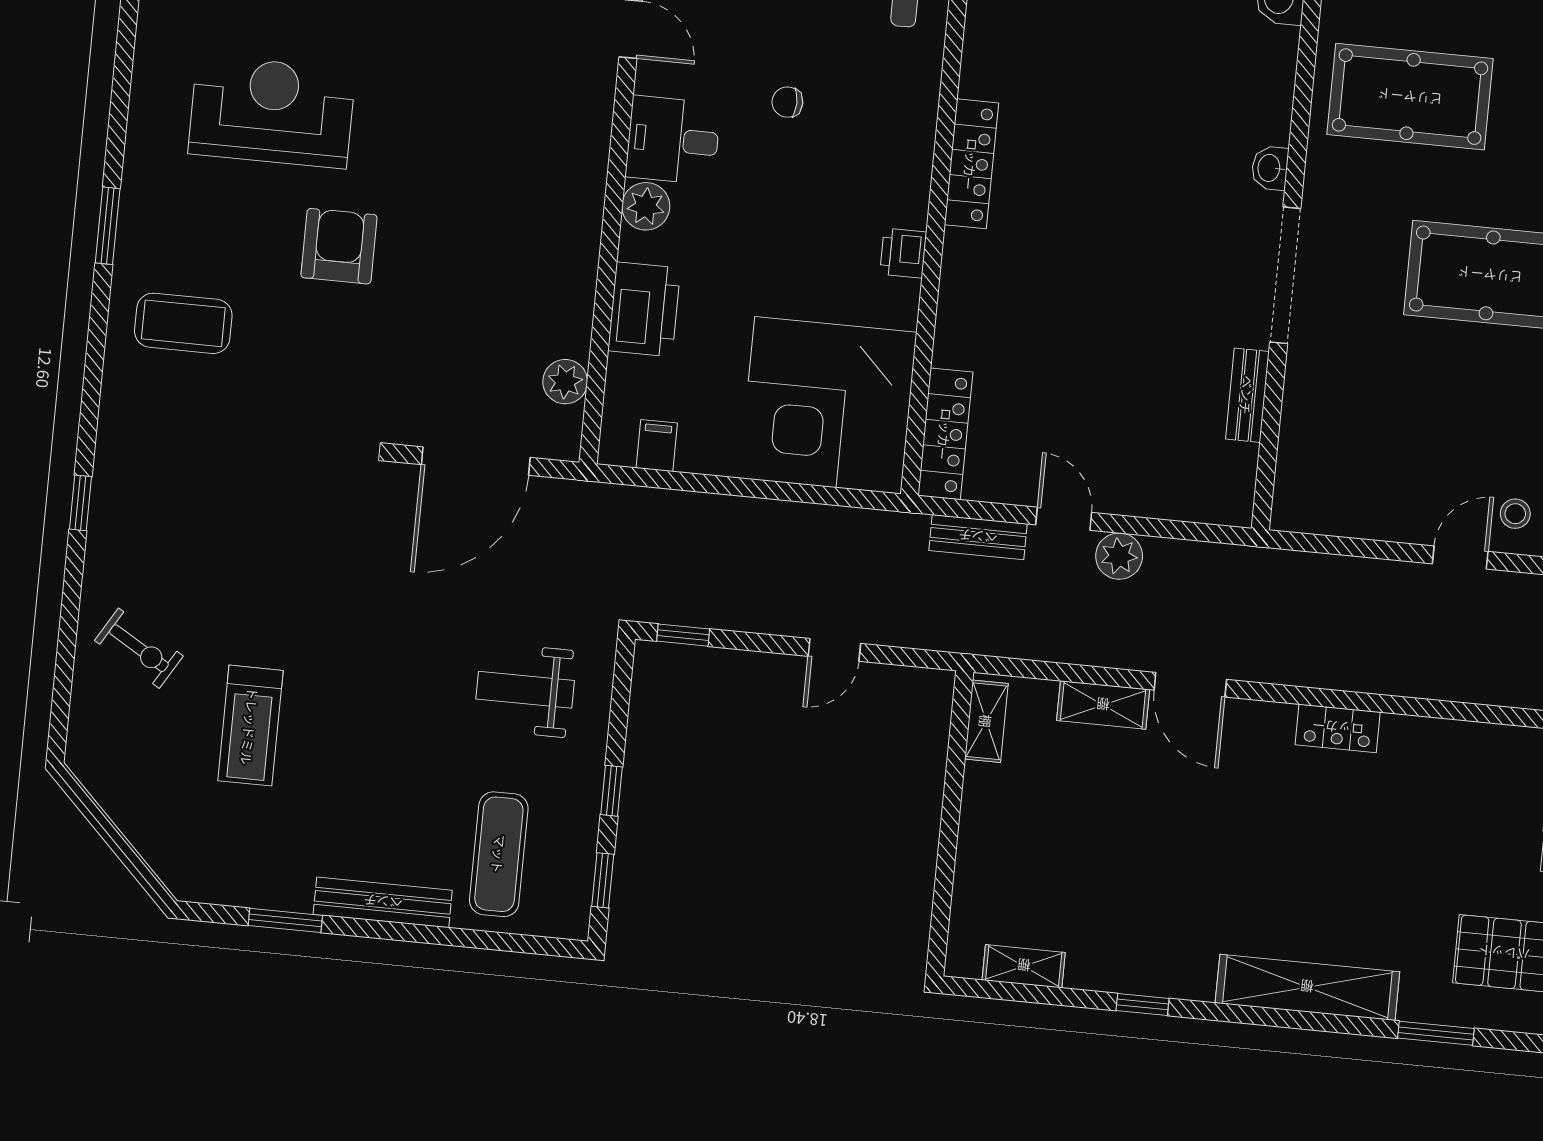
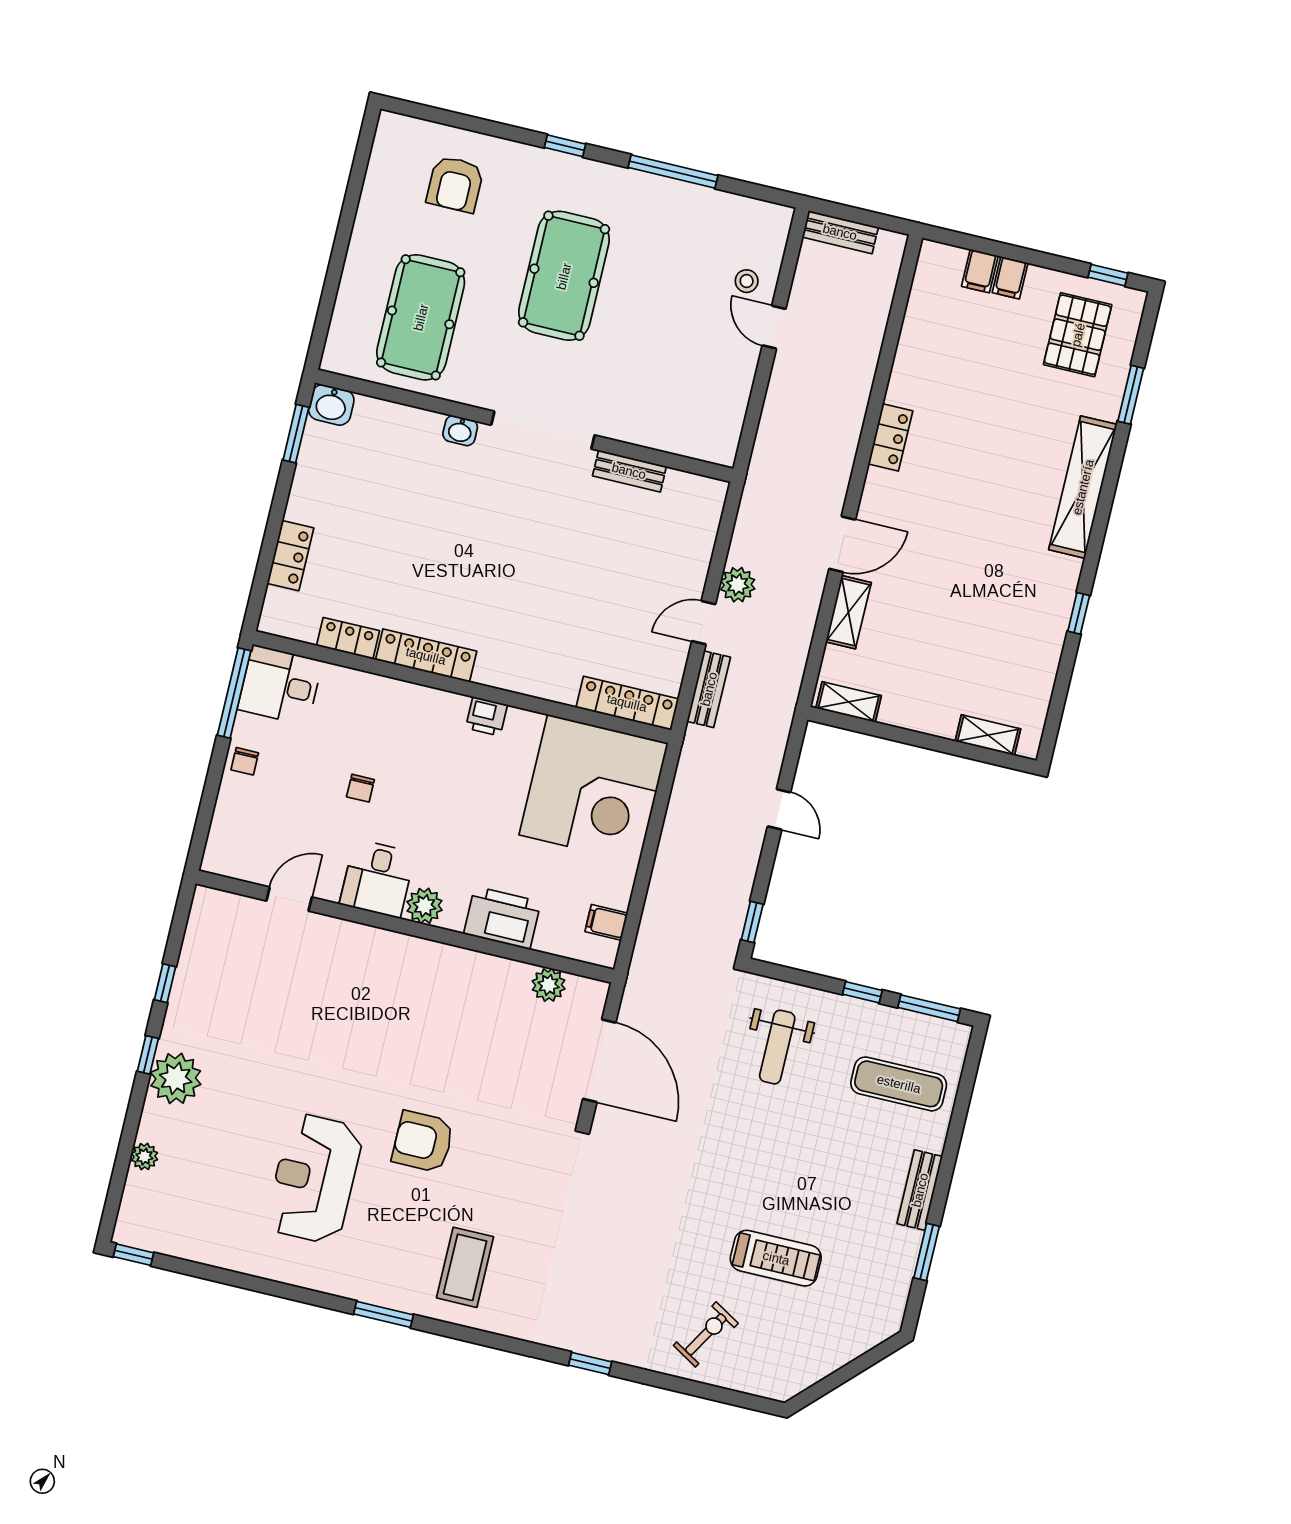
locker: (980, 59) -> (348, 638), added
window: (603, 880) -> (929, 1008), width x1.50
bench: (383, 902) -> (920, 1190), width x0.73
shelving: (1024, 966) -> (988, 735), moved, turned 90

